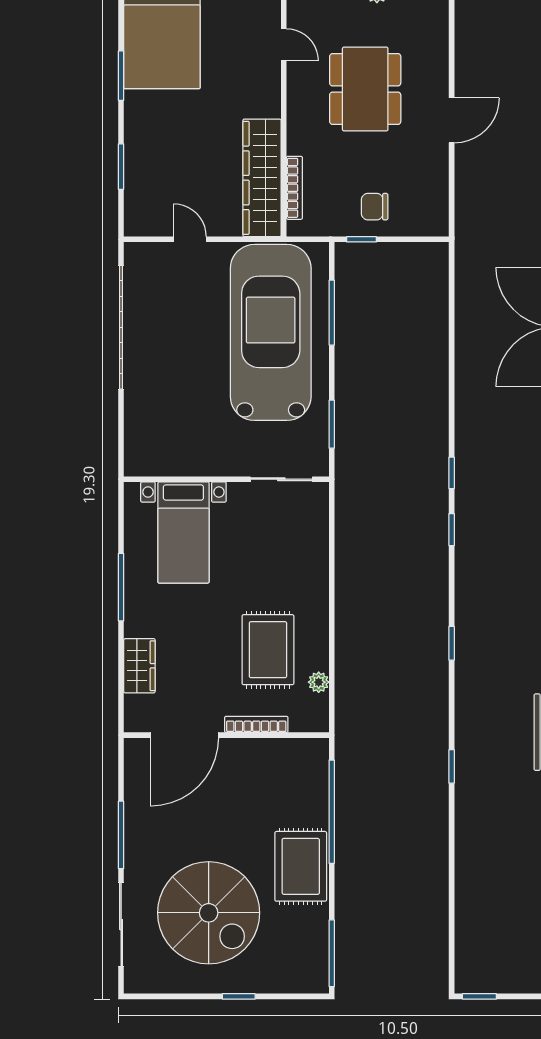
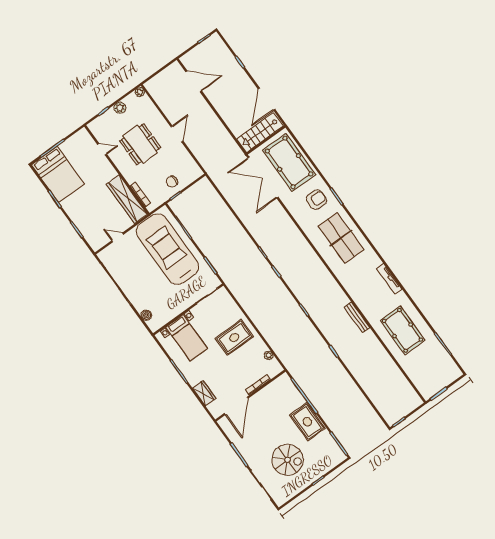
boiler: (136, 432) -> (146, 315), added
rug: (268, 650) -> (234, 338), moved, turned 90
spiral stairs: (209, 913) -> (288, 460), width x0.73, depth x0.73

